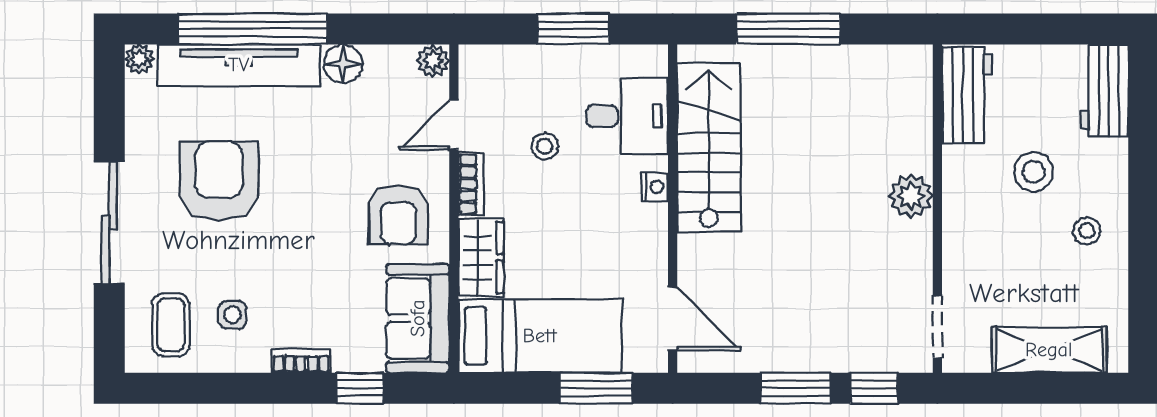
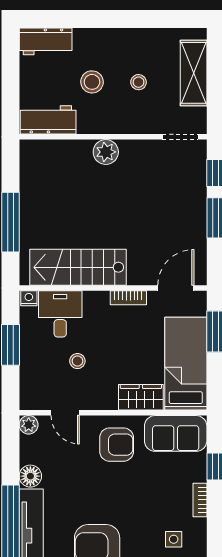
bookcase: (471, 184) -> (128, 298), moved, turned 180
nightstand: (655, 187) -> (29, 298), moved
stool: (1087, 231) -> (139, 82), moved

